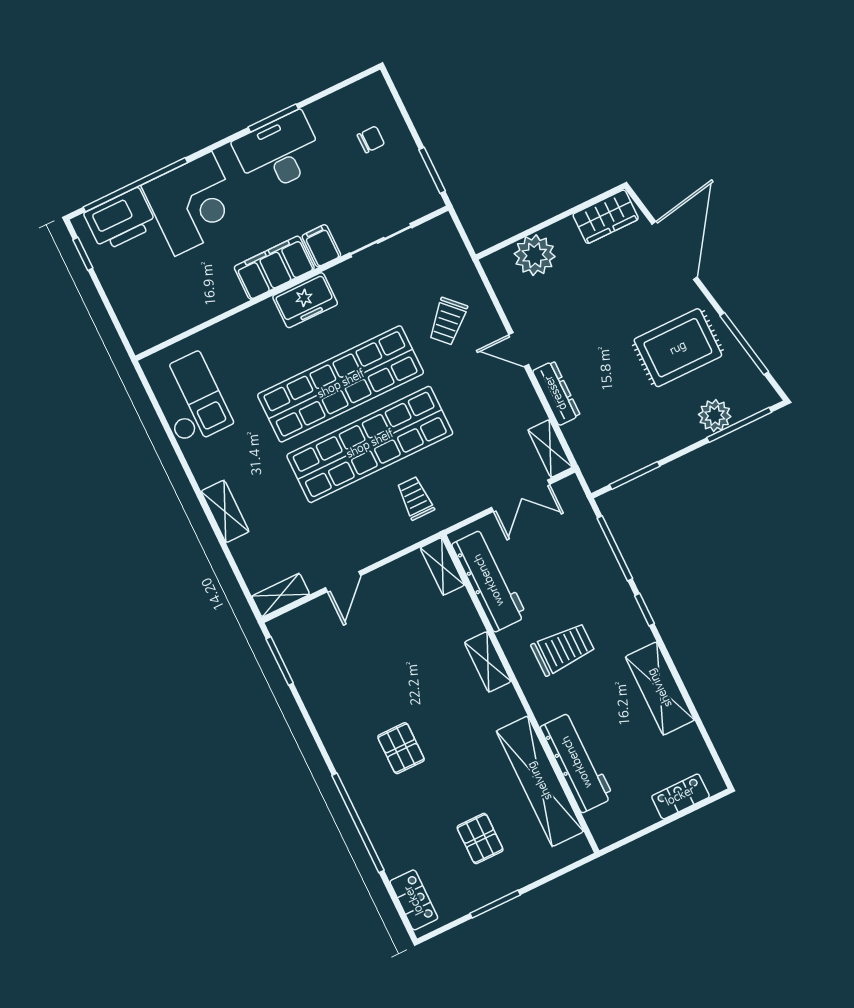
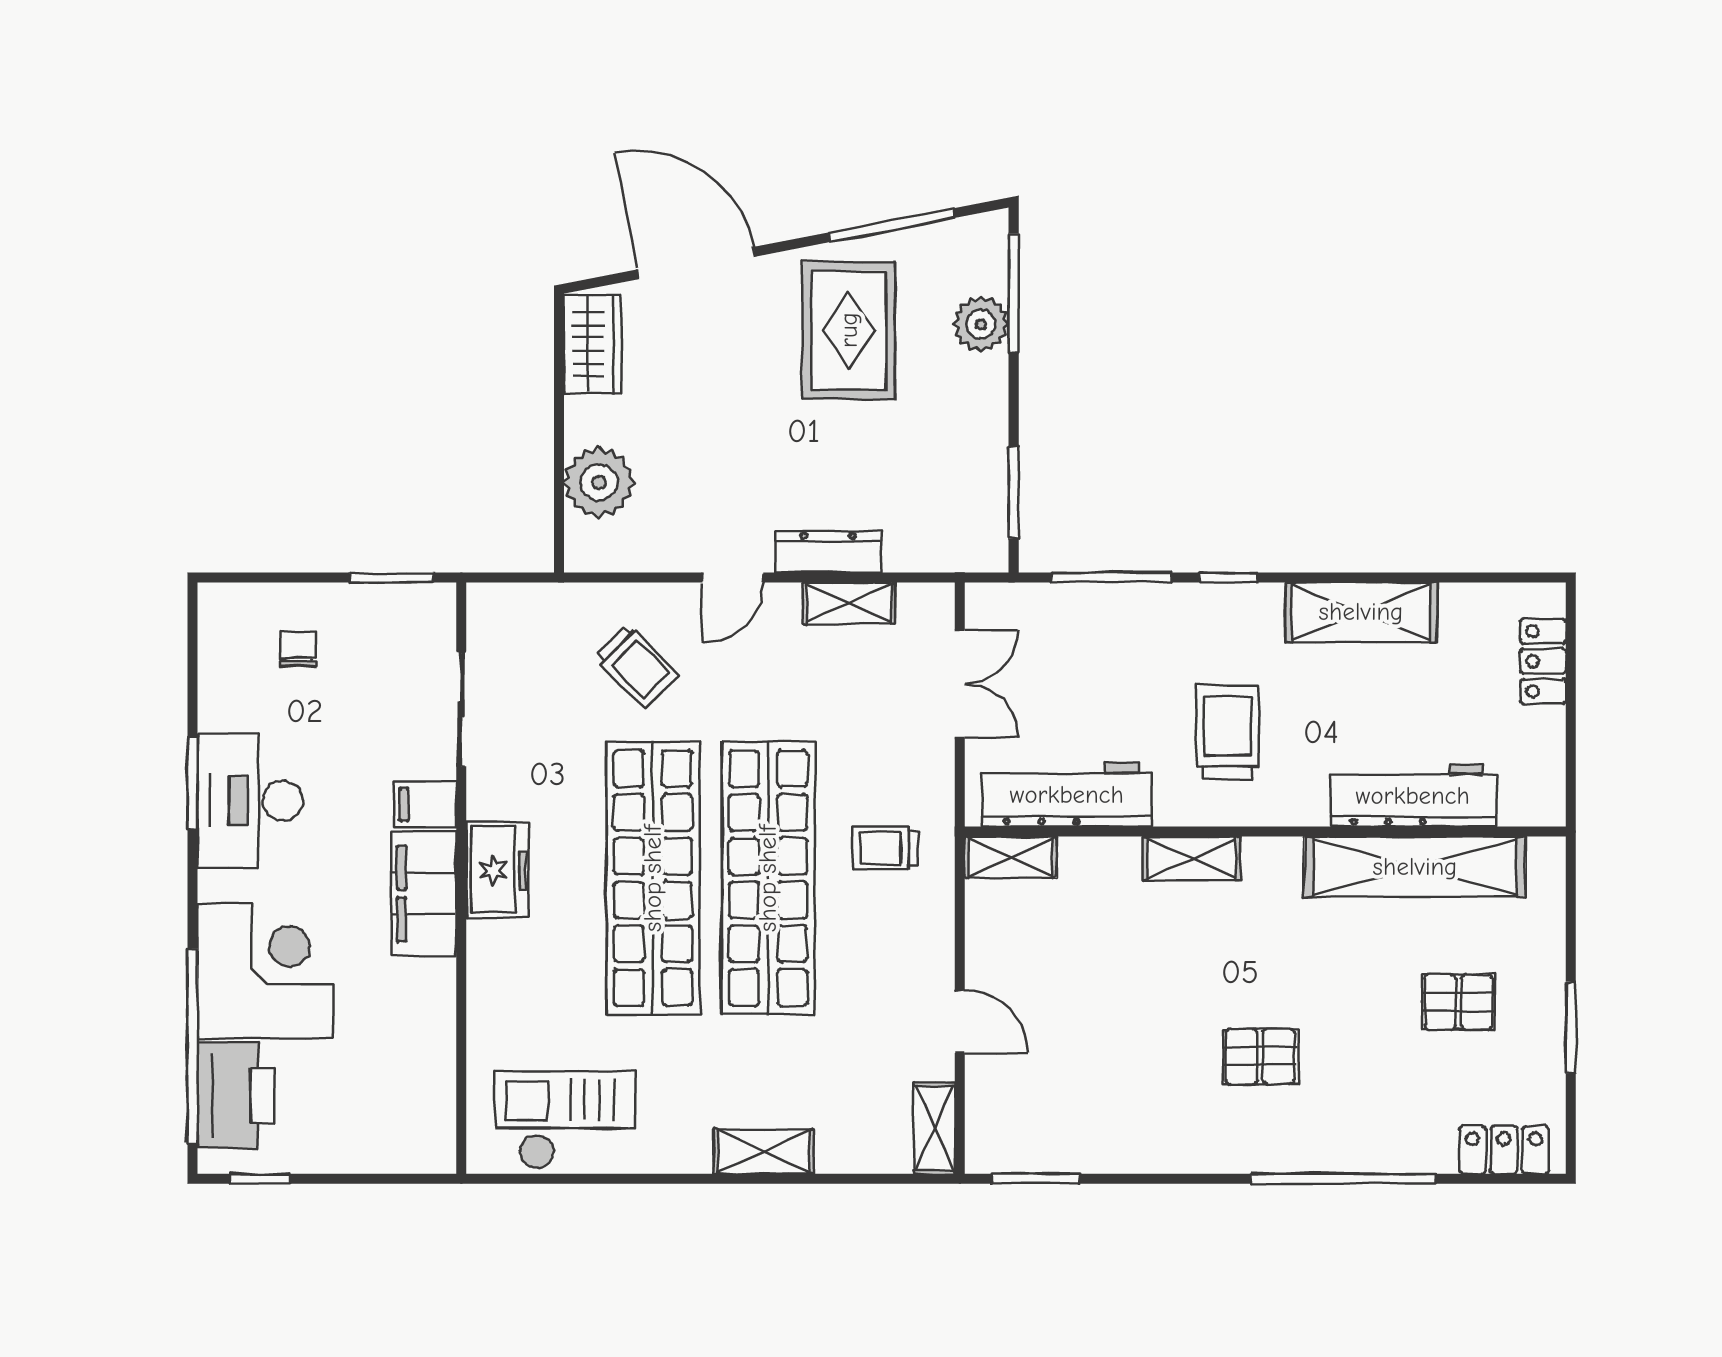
shelving: (550, 449) -> (849, 603), moved

